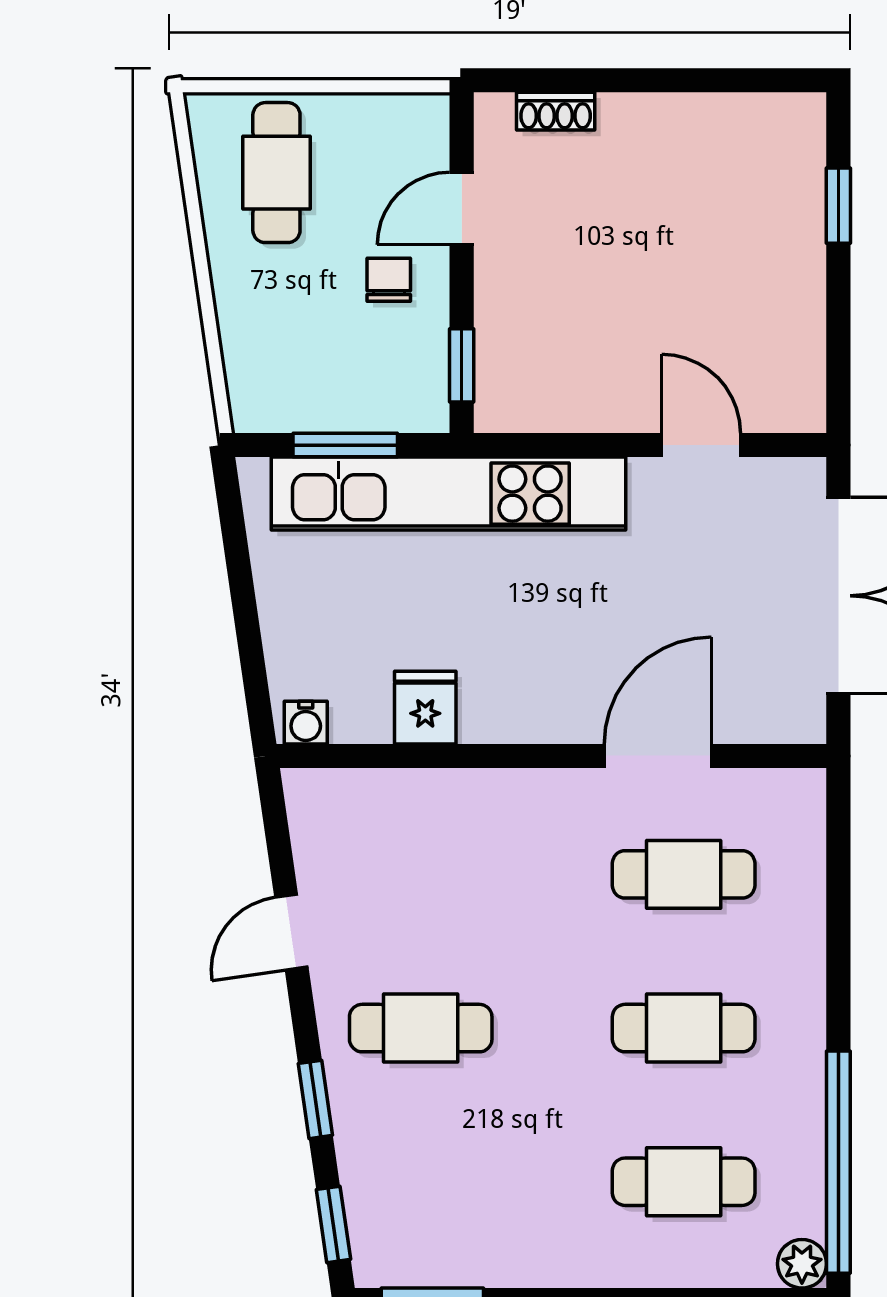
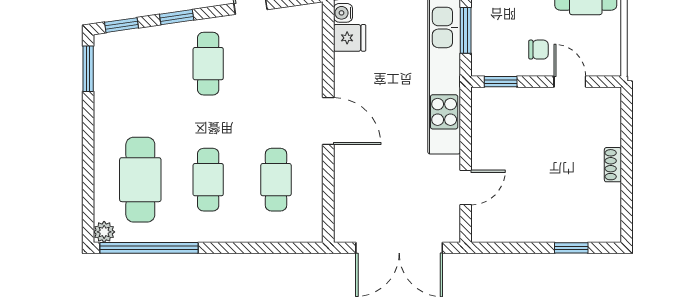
shoe rack: (556, 111) -> (613, 165), moved
fridge: (425, 708) -> (350, 38), moved
door: (658, 756) -> (328, 121), moved
cafe table: (684, 1182) -> (140, 180), width x1.37, depth x1.35

